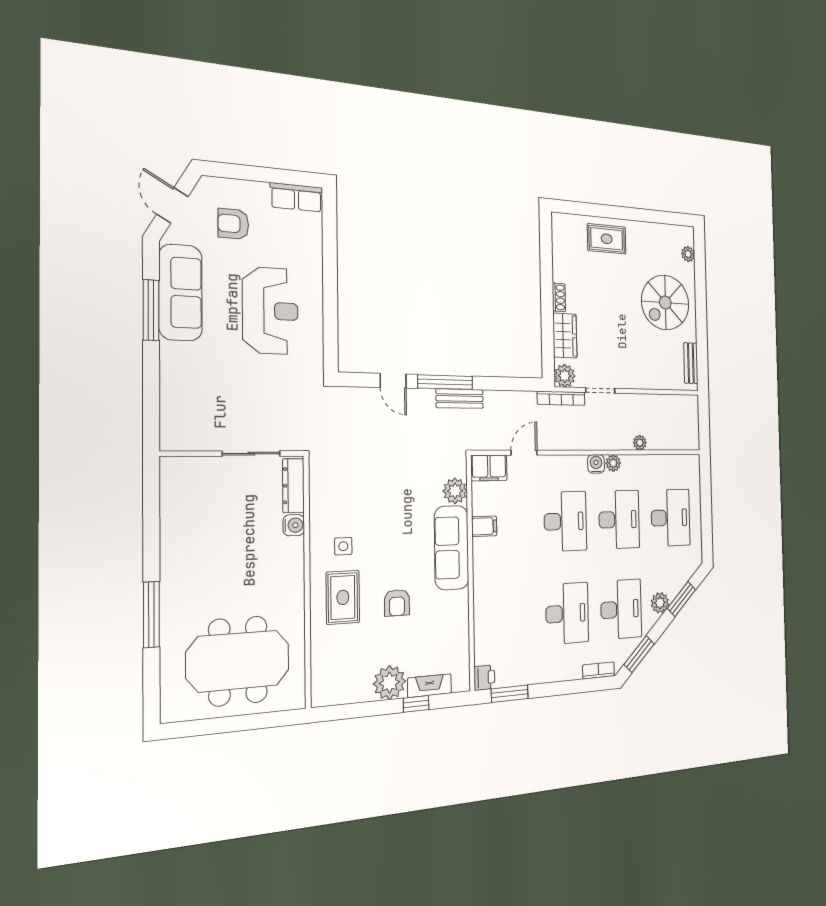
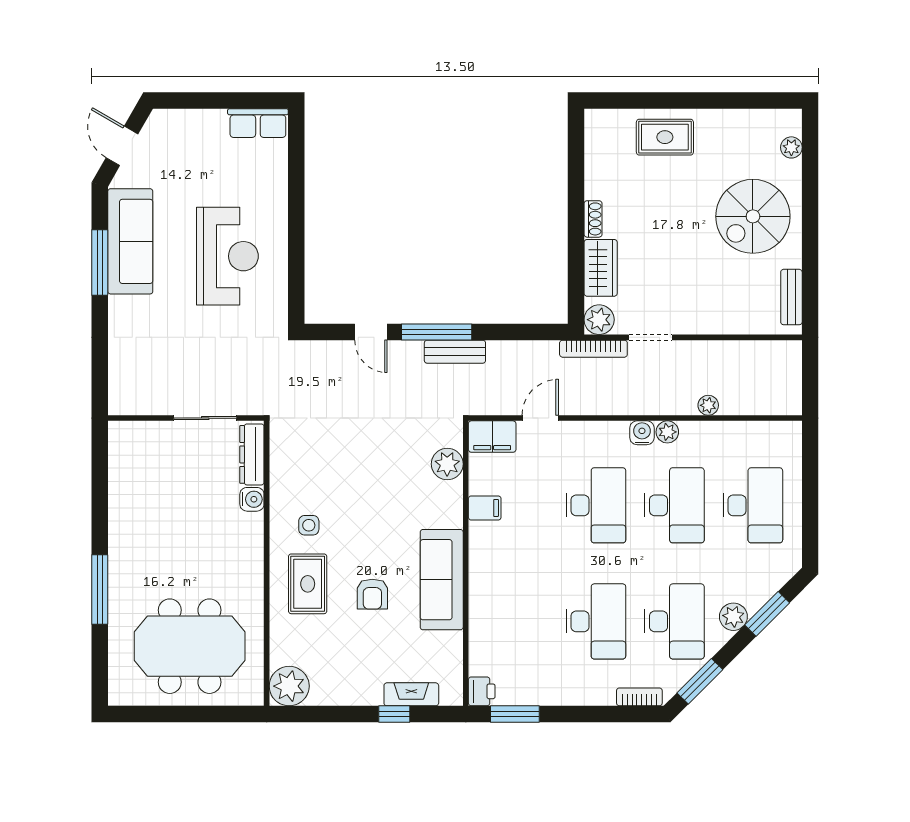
armchair: (233, 224) -> (187, 160), removed
sofa: (452, 548) -> (442, 580), moved
plant: (389, 683) -> (289, 686), moved

